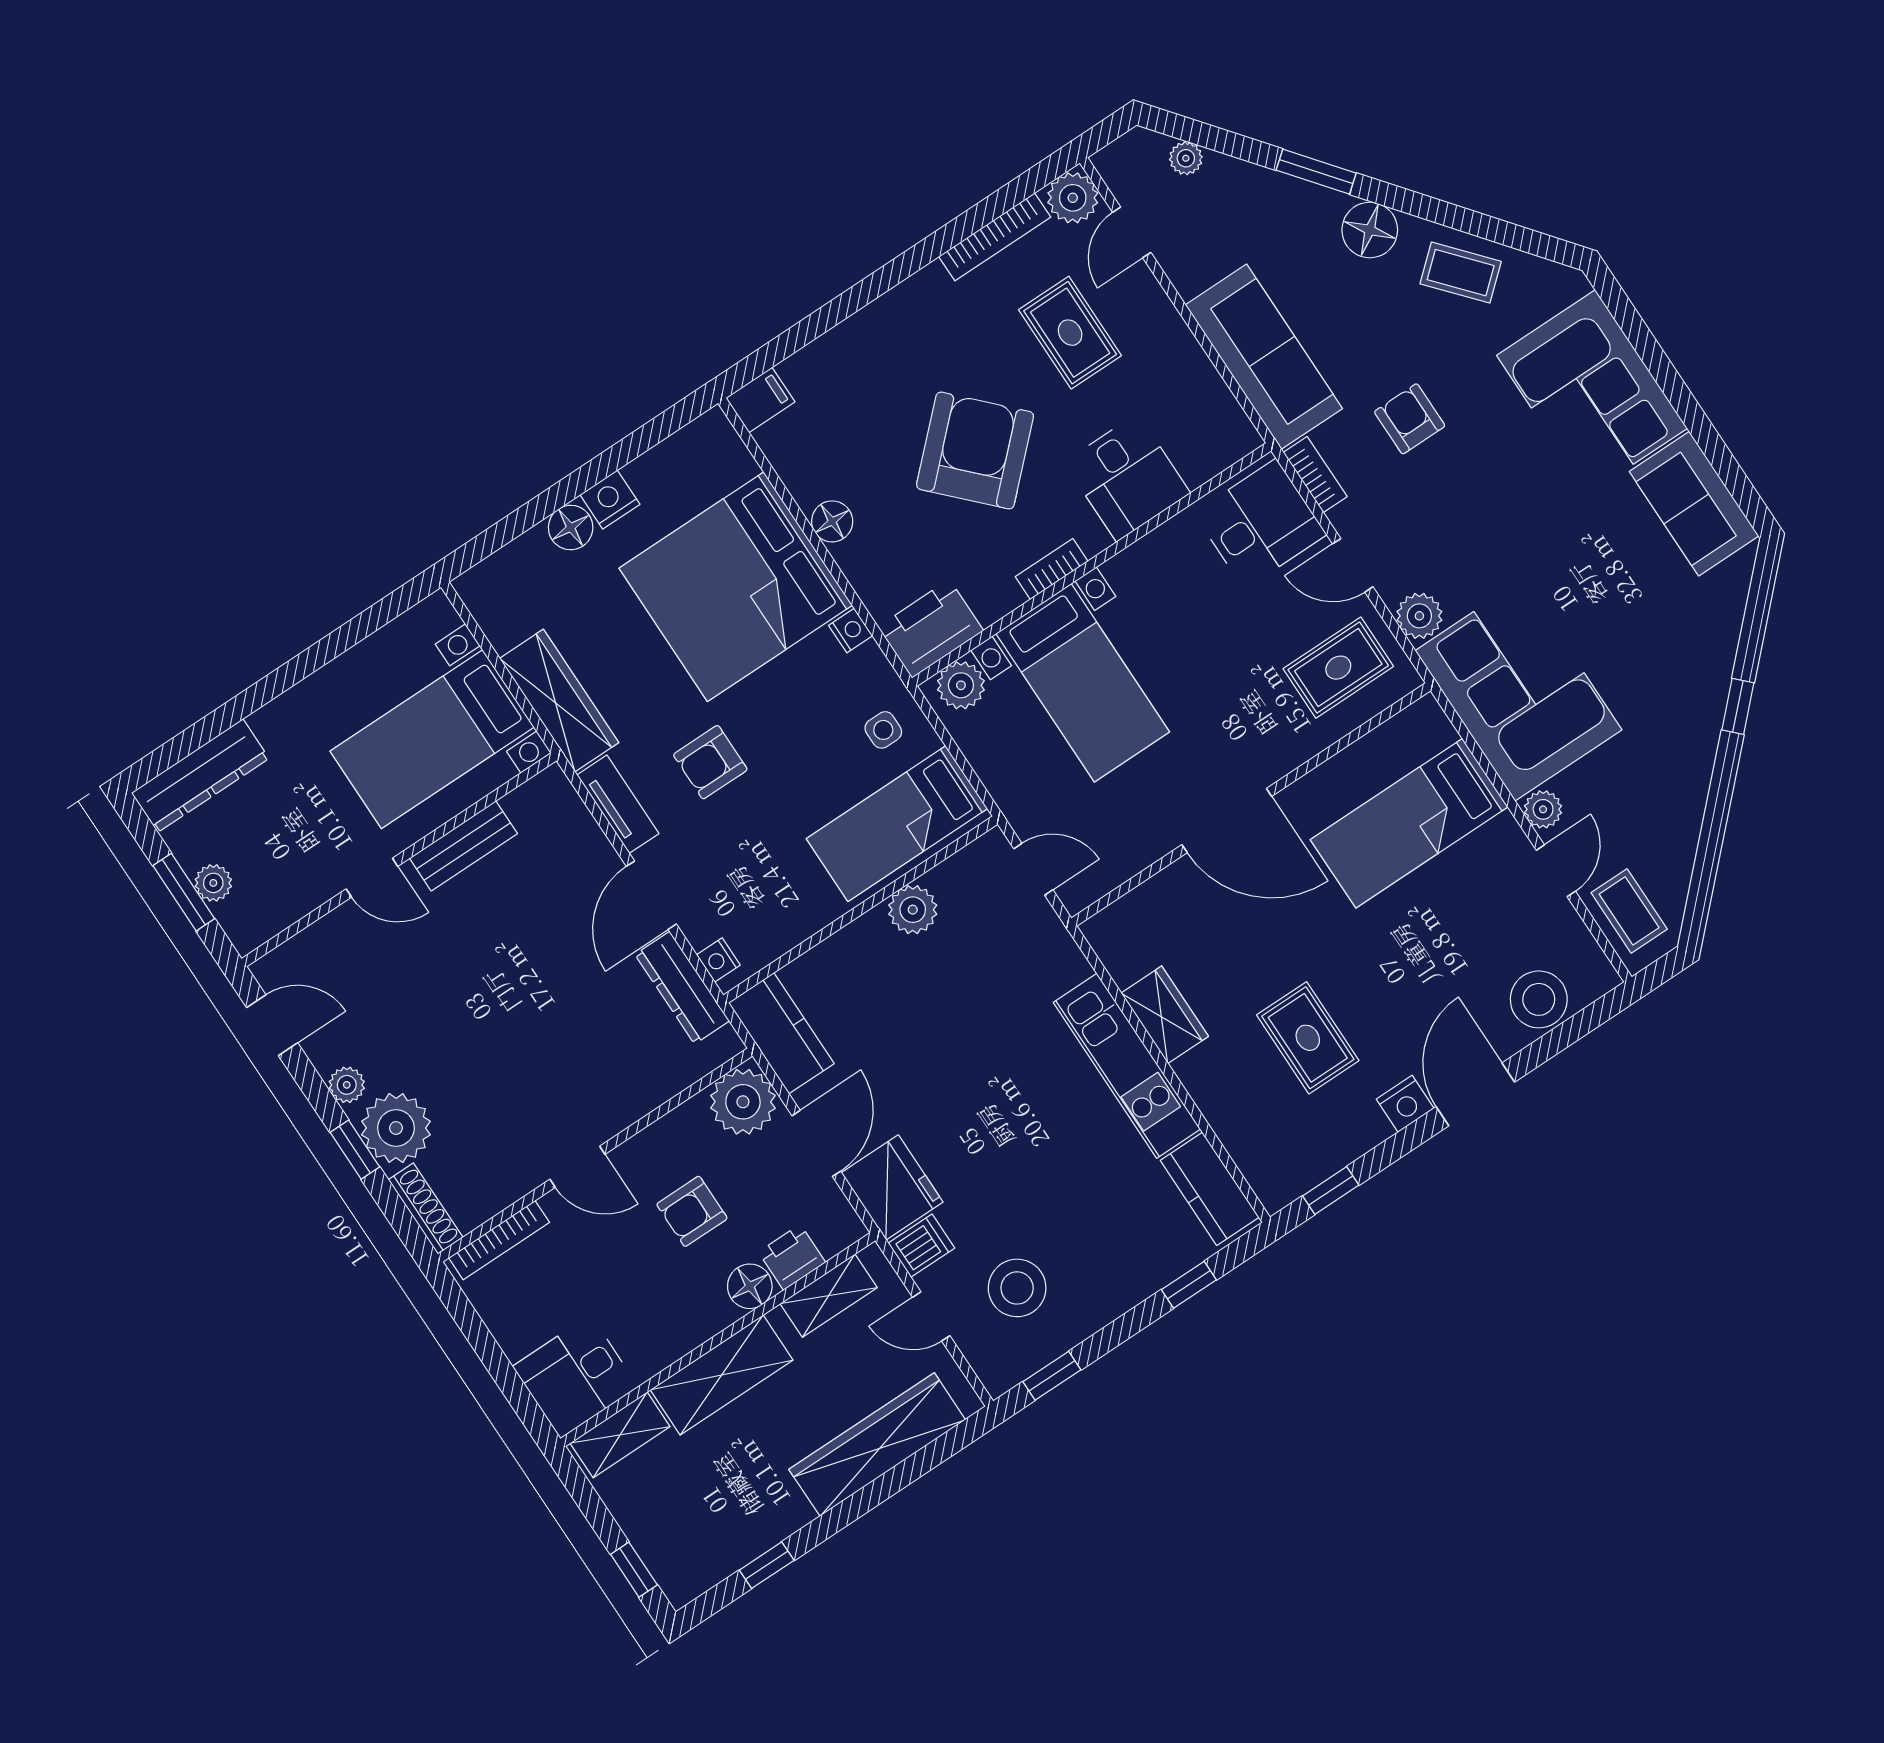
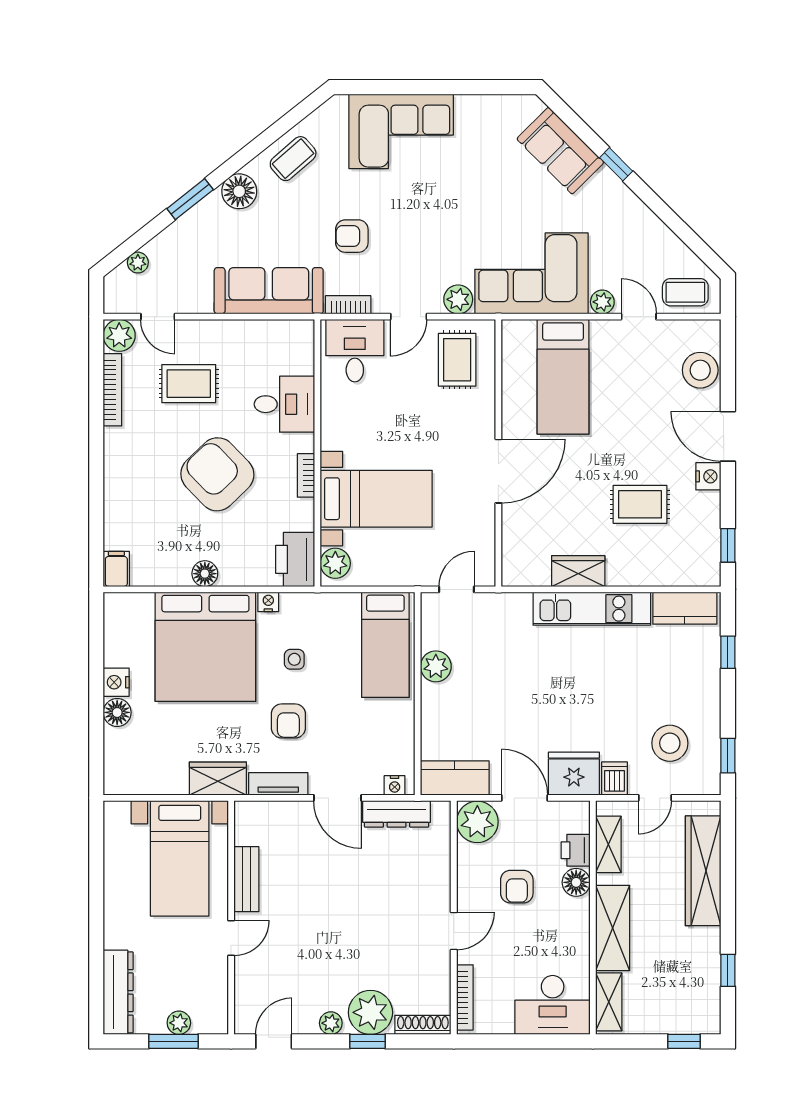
sofa: (1694, 504) -> (560, 151), moved, turned 45
wardrobe: (559, 700) -> (218, 779), width x0.67
side table: (883, 730) -> (294, 659), moved
desk: (575, 1377) -> (553, 1005), width x1.37

